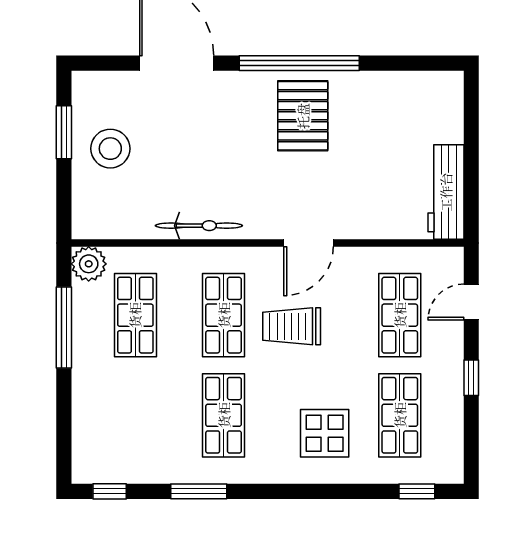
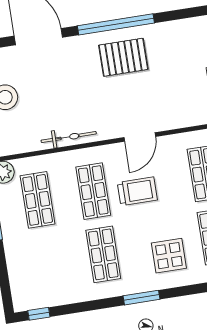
pallet: (303, 116) -> (123, 57), turned 90
trolley: (292, 326) -> (137, 191), turned 180
window: (199, 491) -> (142, 298), moved

